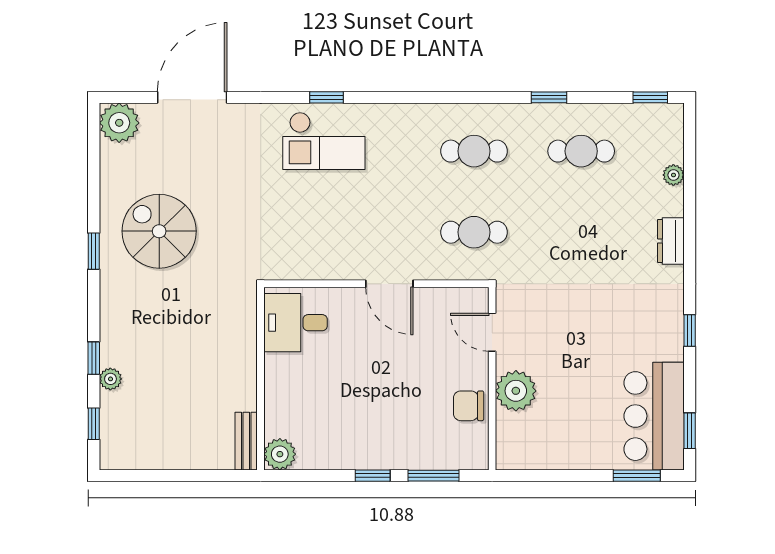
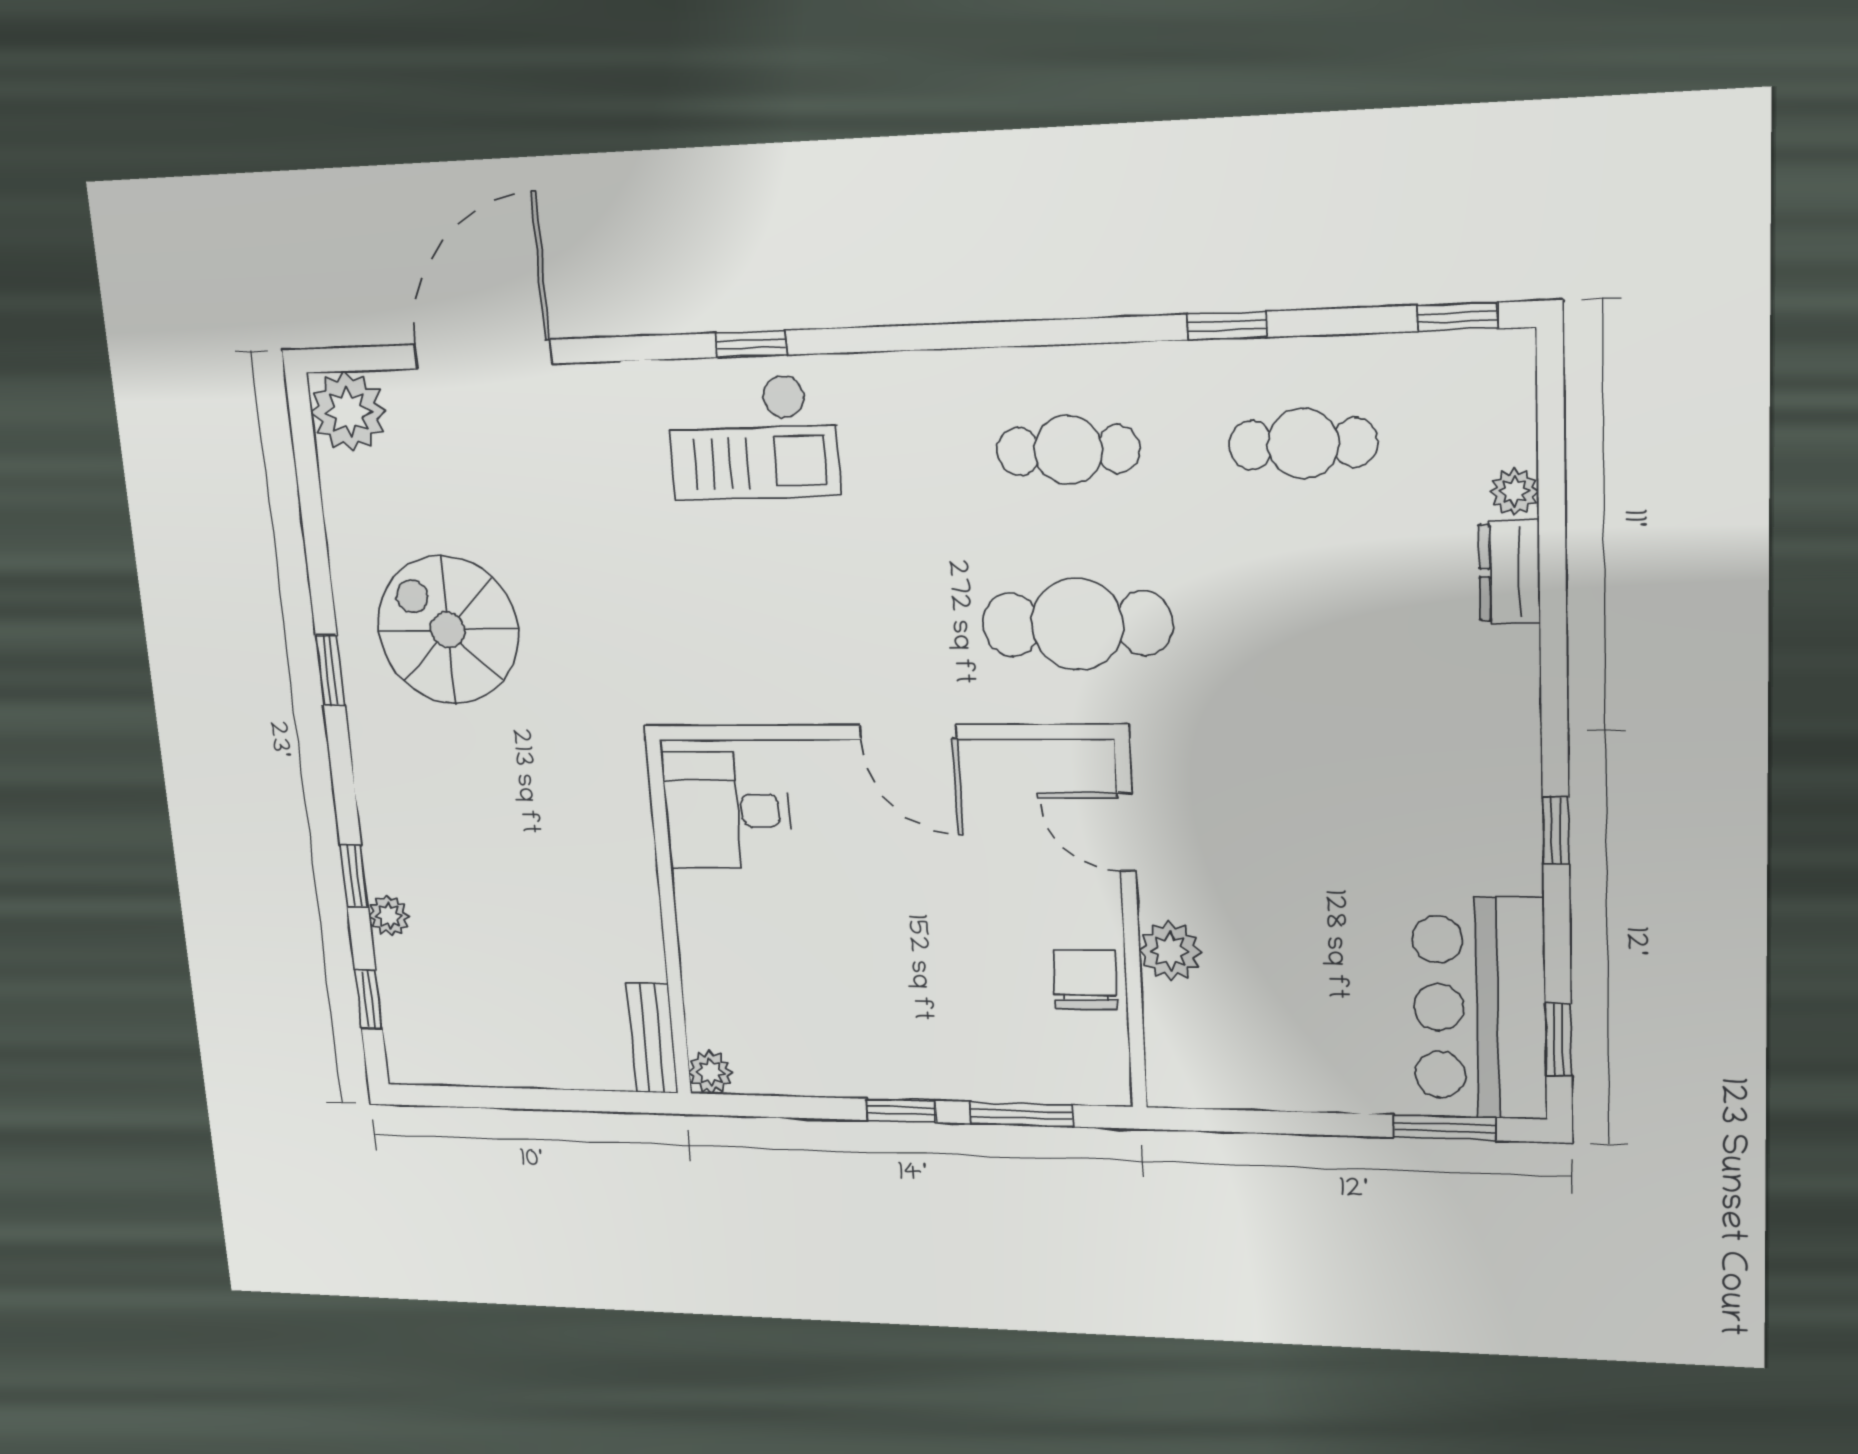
cafe table: (474, 232) -> (1077, 624), width x1.37, depth x1.35
dresser: (671, 241) -> (1509, 572), moved
plant: (516, 391) -> (1170, 951), width x0.73, depth x0.73
chair: (469, 406) -> (1085, 980), turned 90
plant: (280, 454) -> (711, 1072), width x0.73, depth x0.73

